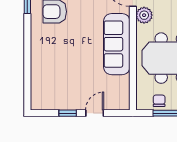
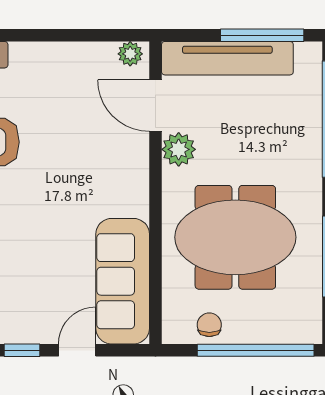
sofa: (117, 44) -> (123, 281), moved

